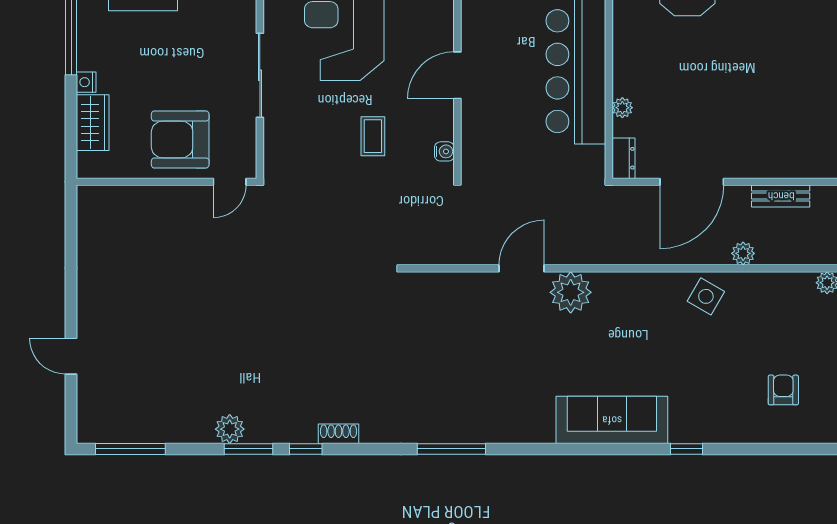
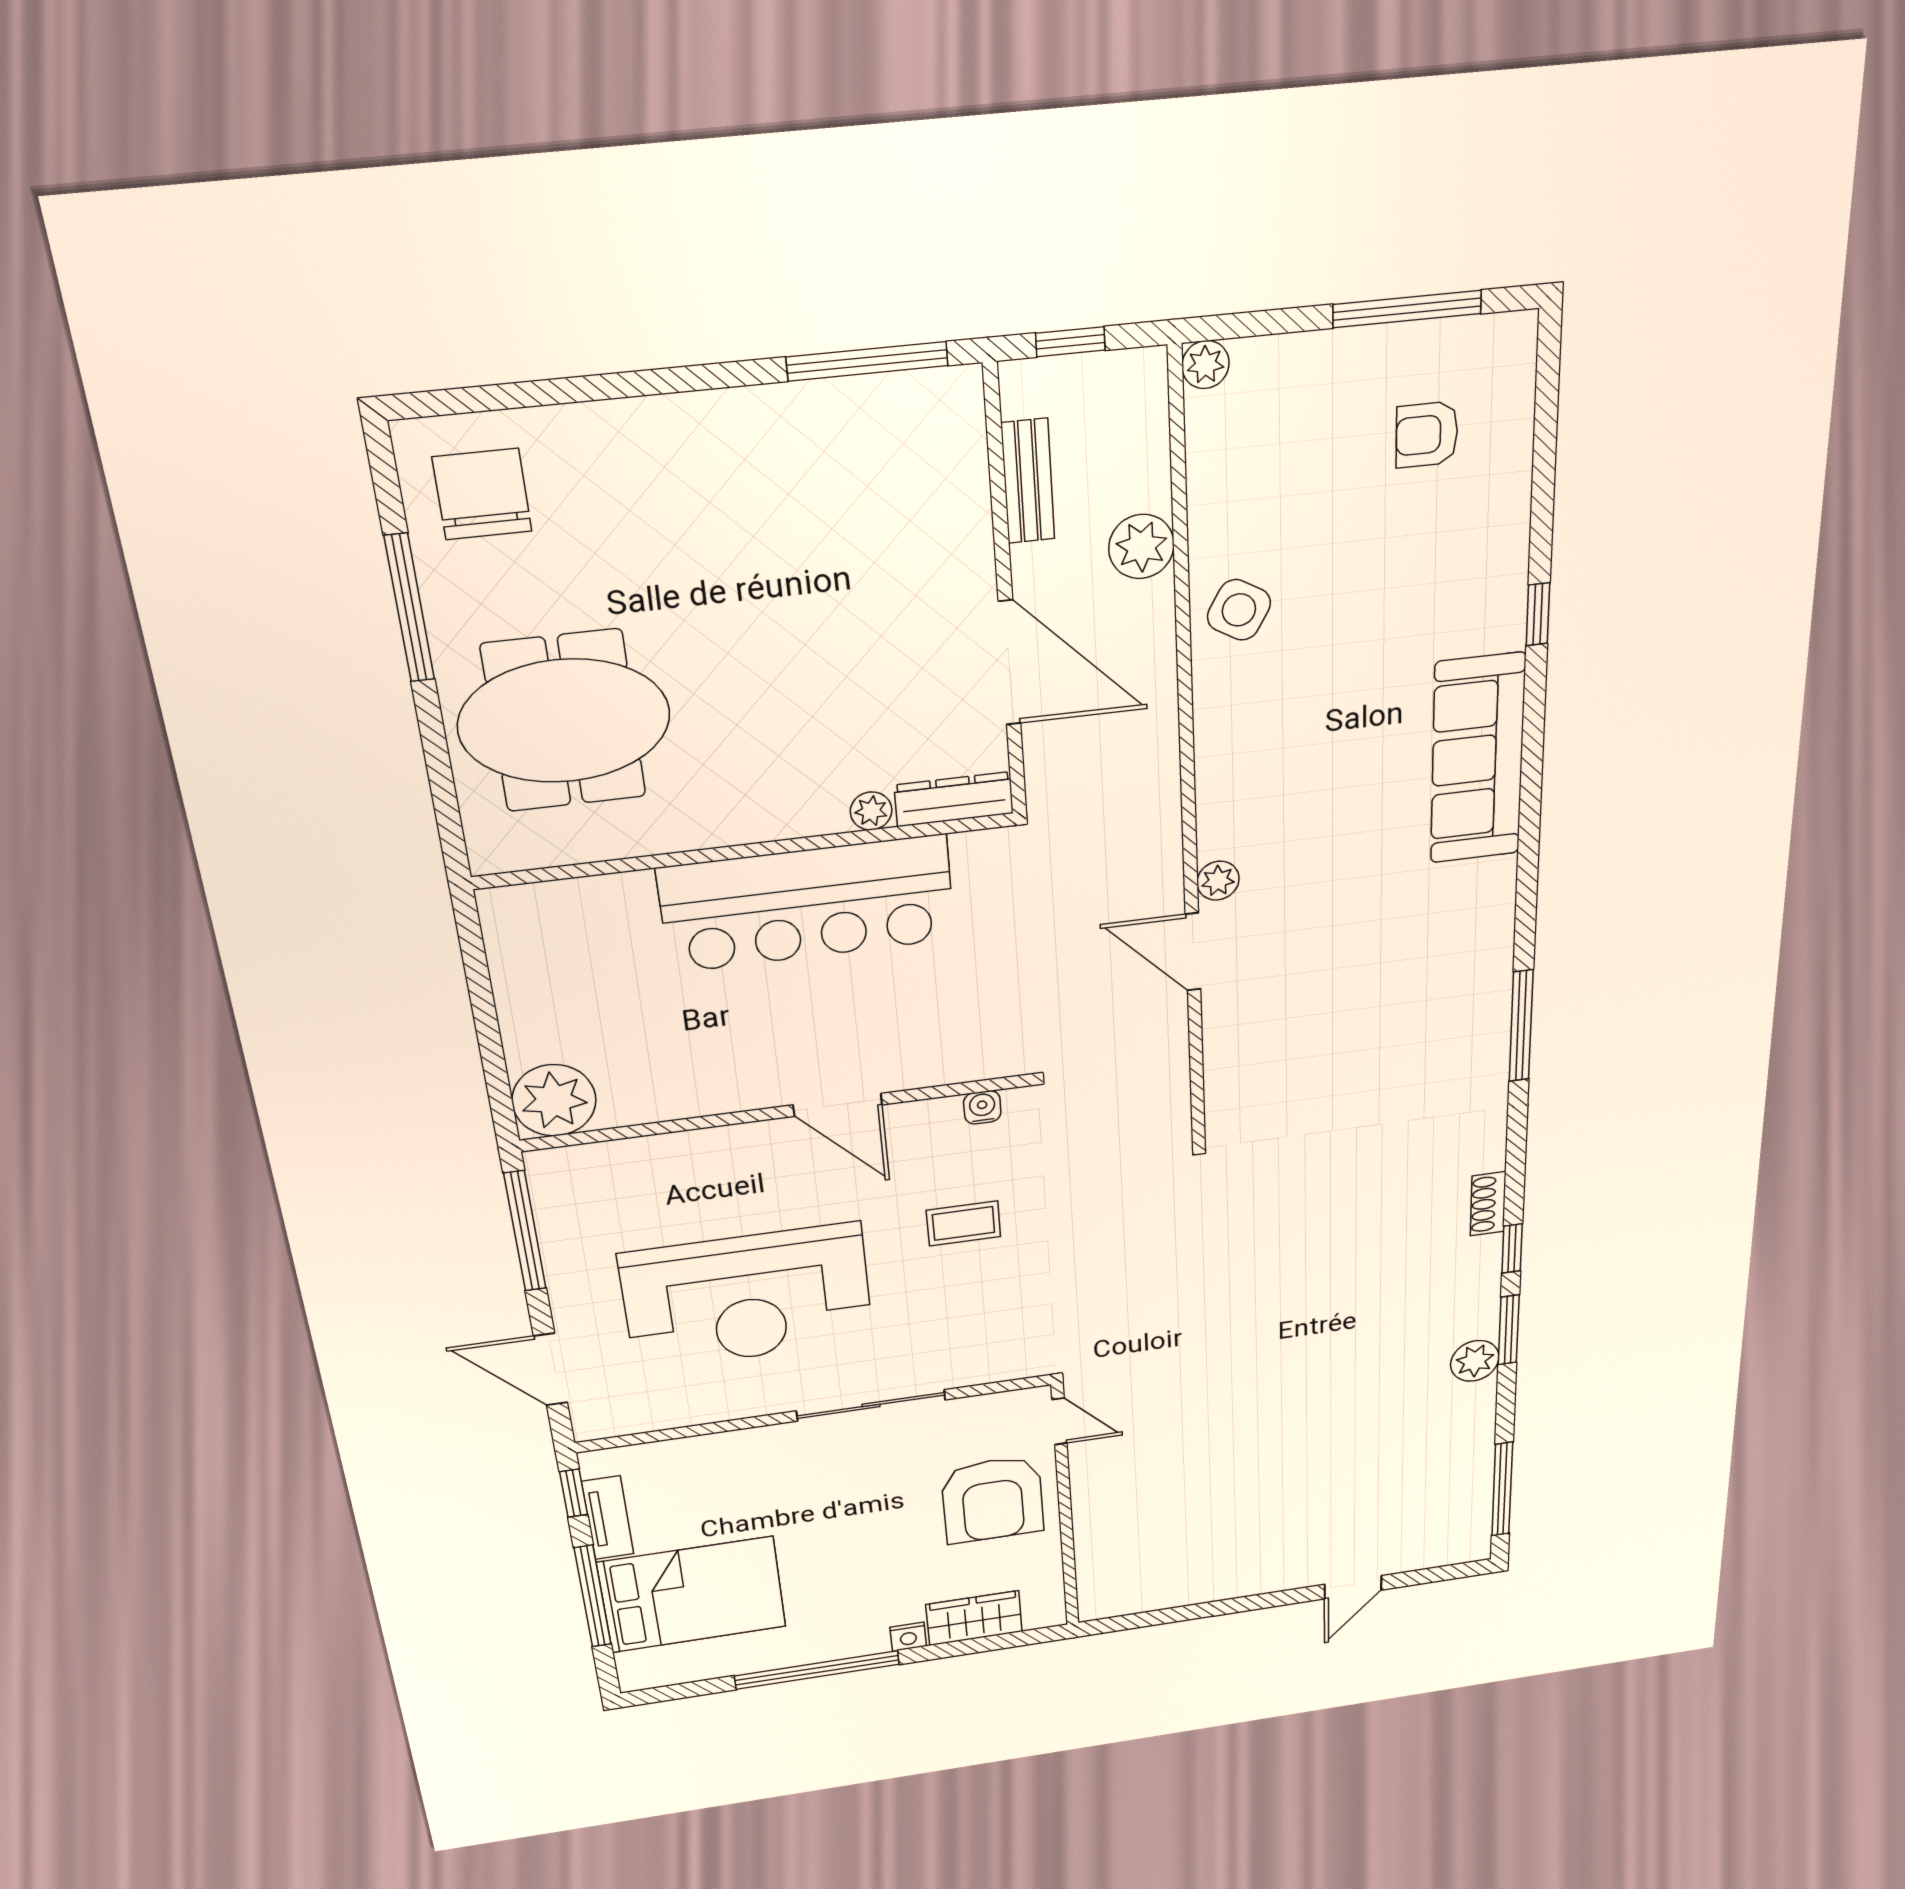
dresser: (624, 158) -> (954, 799), width x1.44
plant: (743, 253) -> (1141, 547), width x1.38, depth x1.38
plant: (571, 292) -> (1218, 881), width x0.53, depth x0.53

